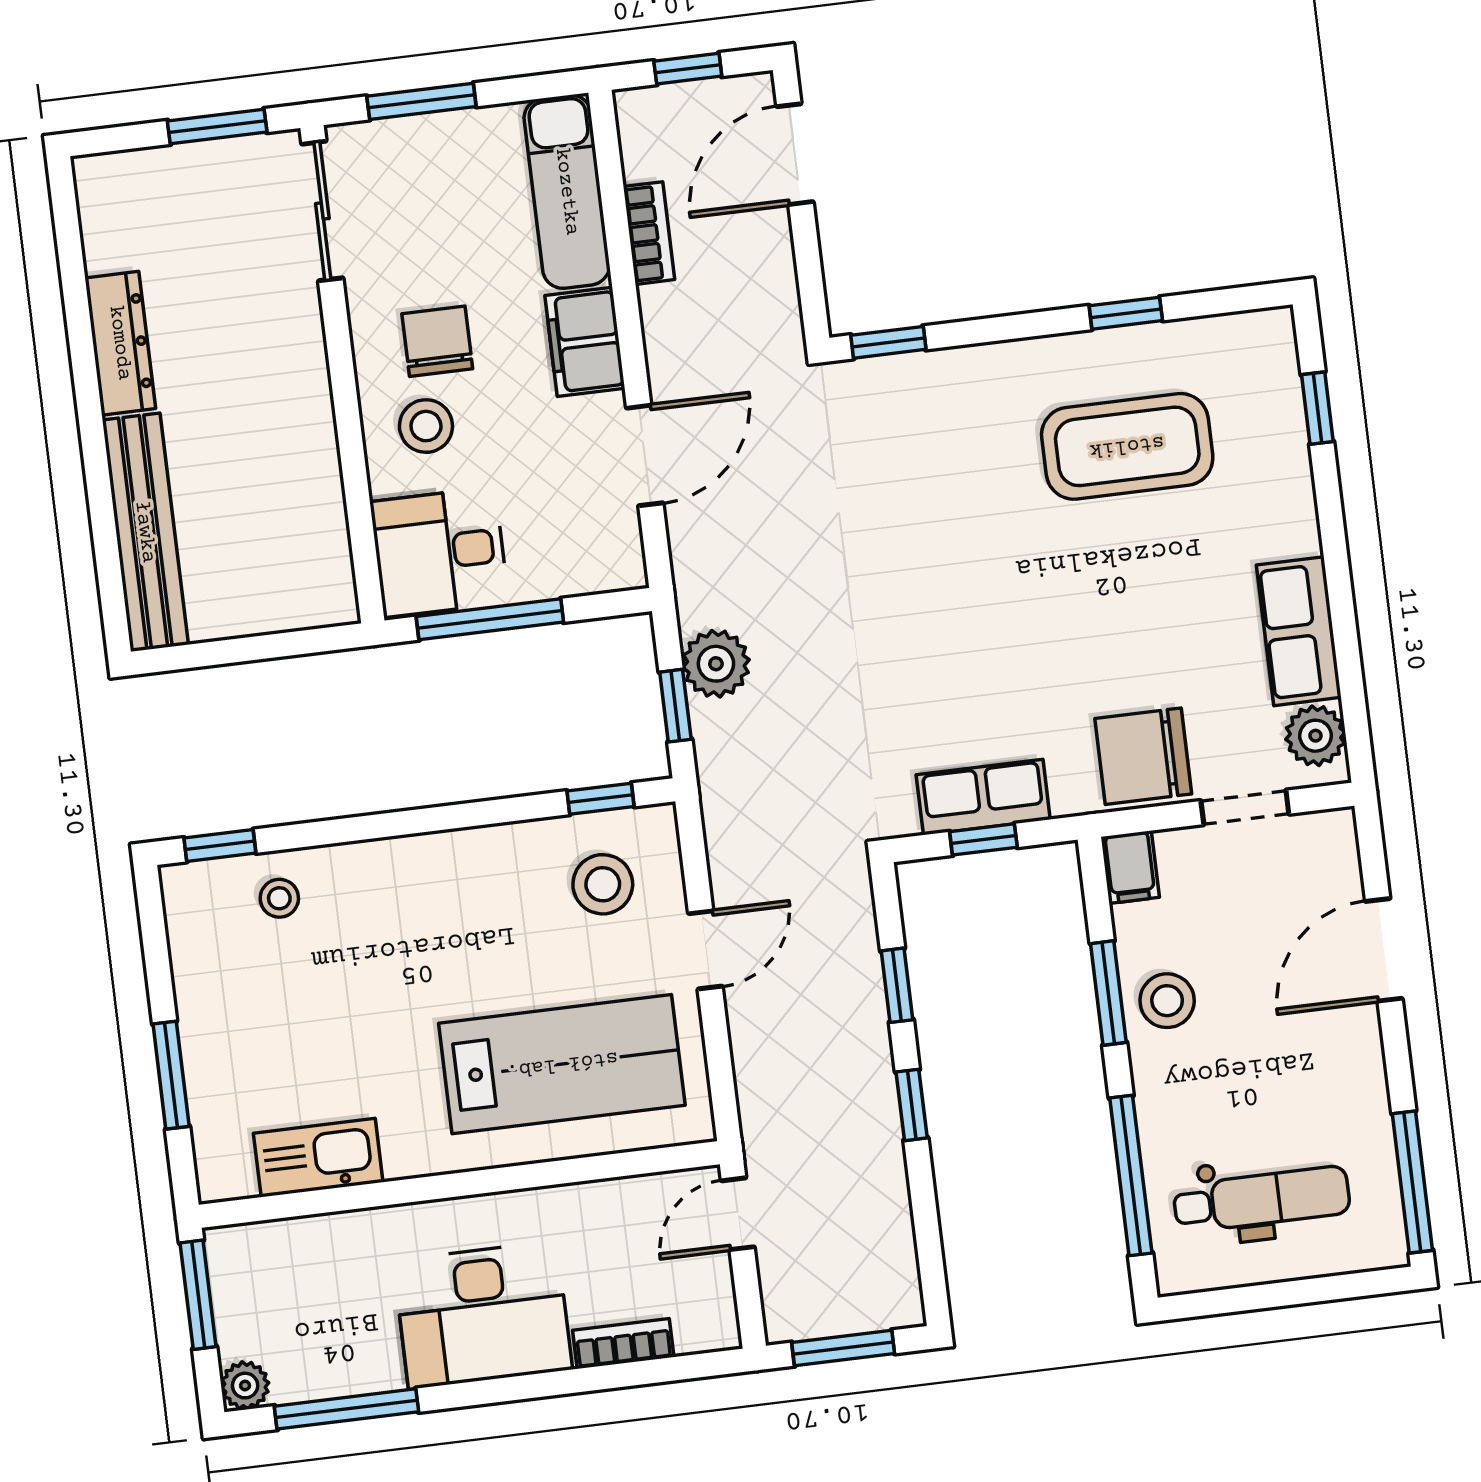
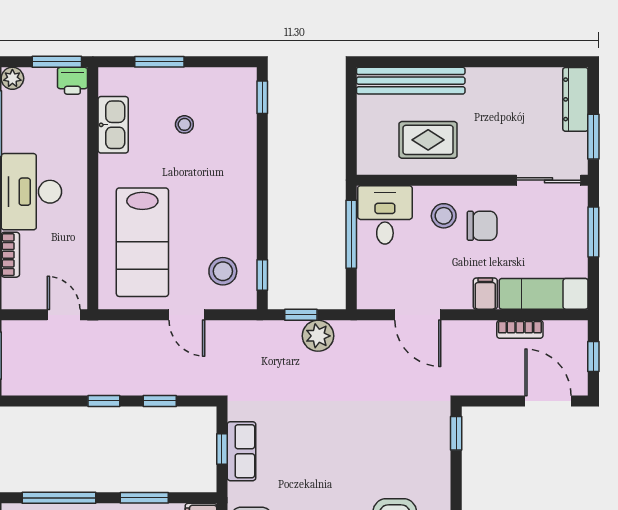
filing cabinet: (585, 342) -> (485, 294), width x0.50
dresser: (120, 343) -> (575, 99), moved, turned 90
rug: (268, 480) -> (428, 140), added
stool: (279, 898) -> (184, 124), moved
printer: (234, 1256) -> (72, 81), added

